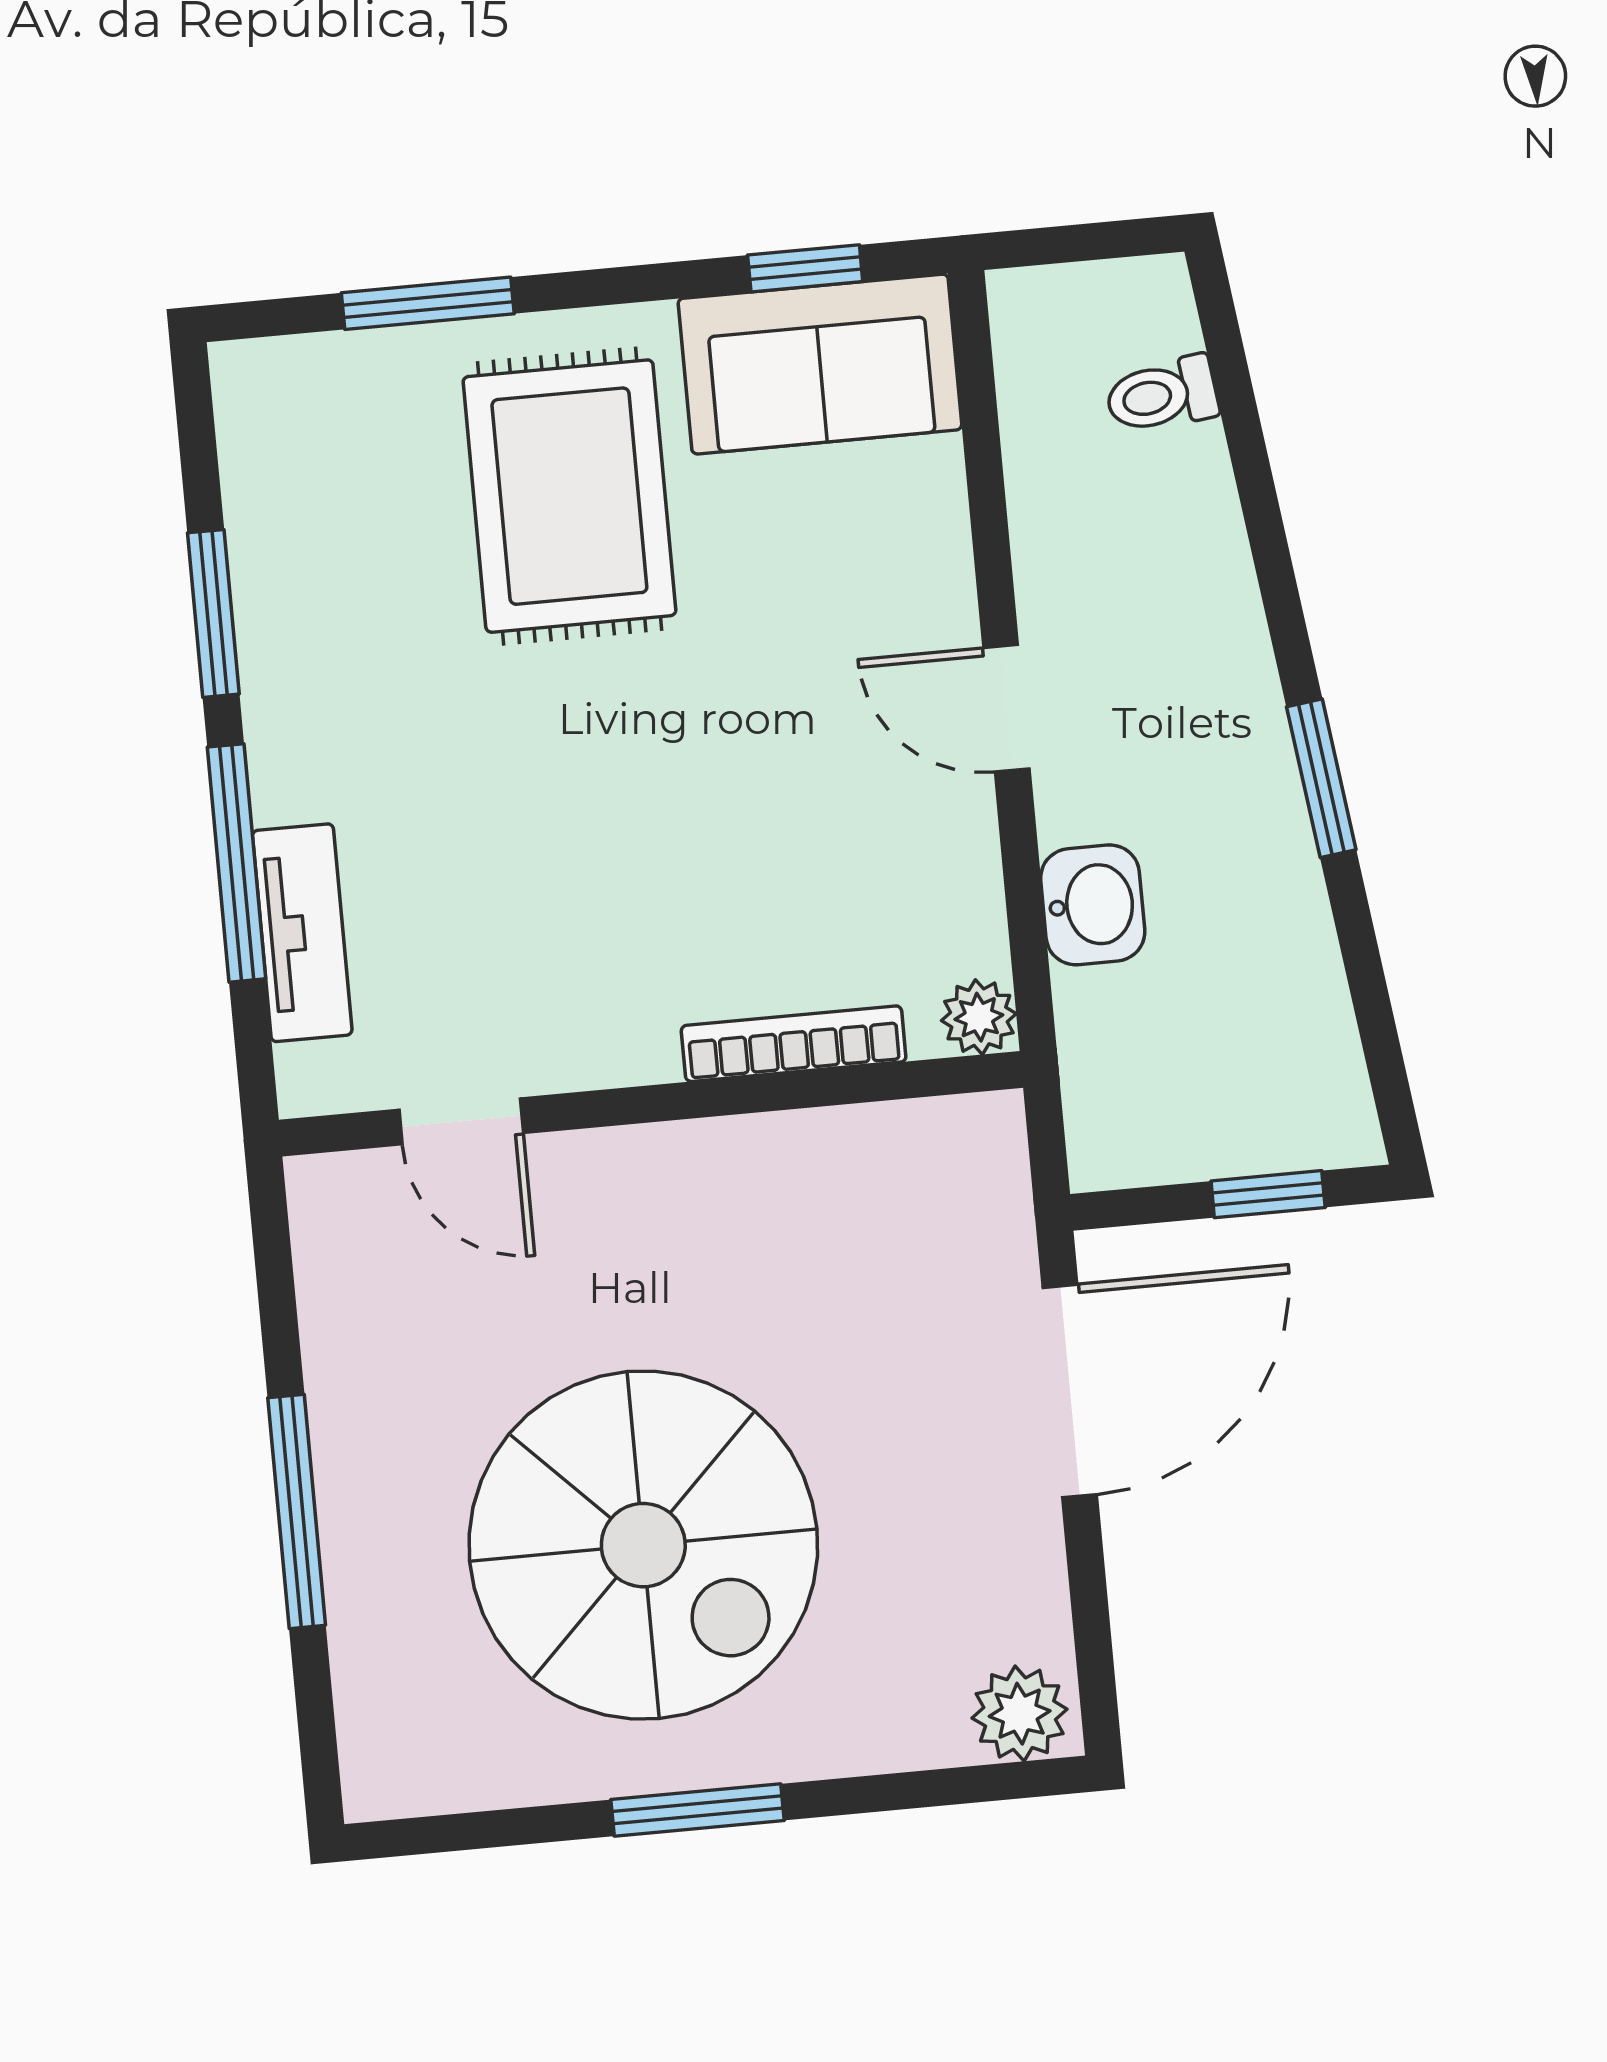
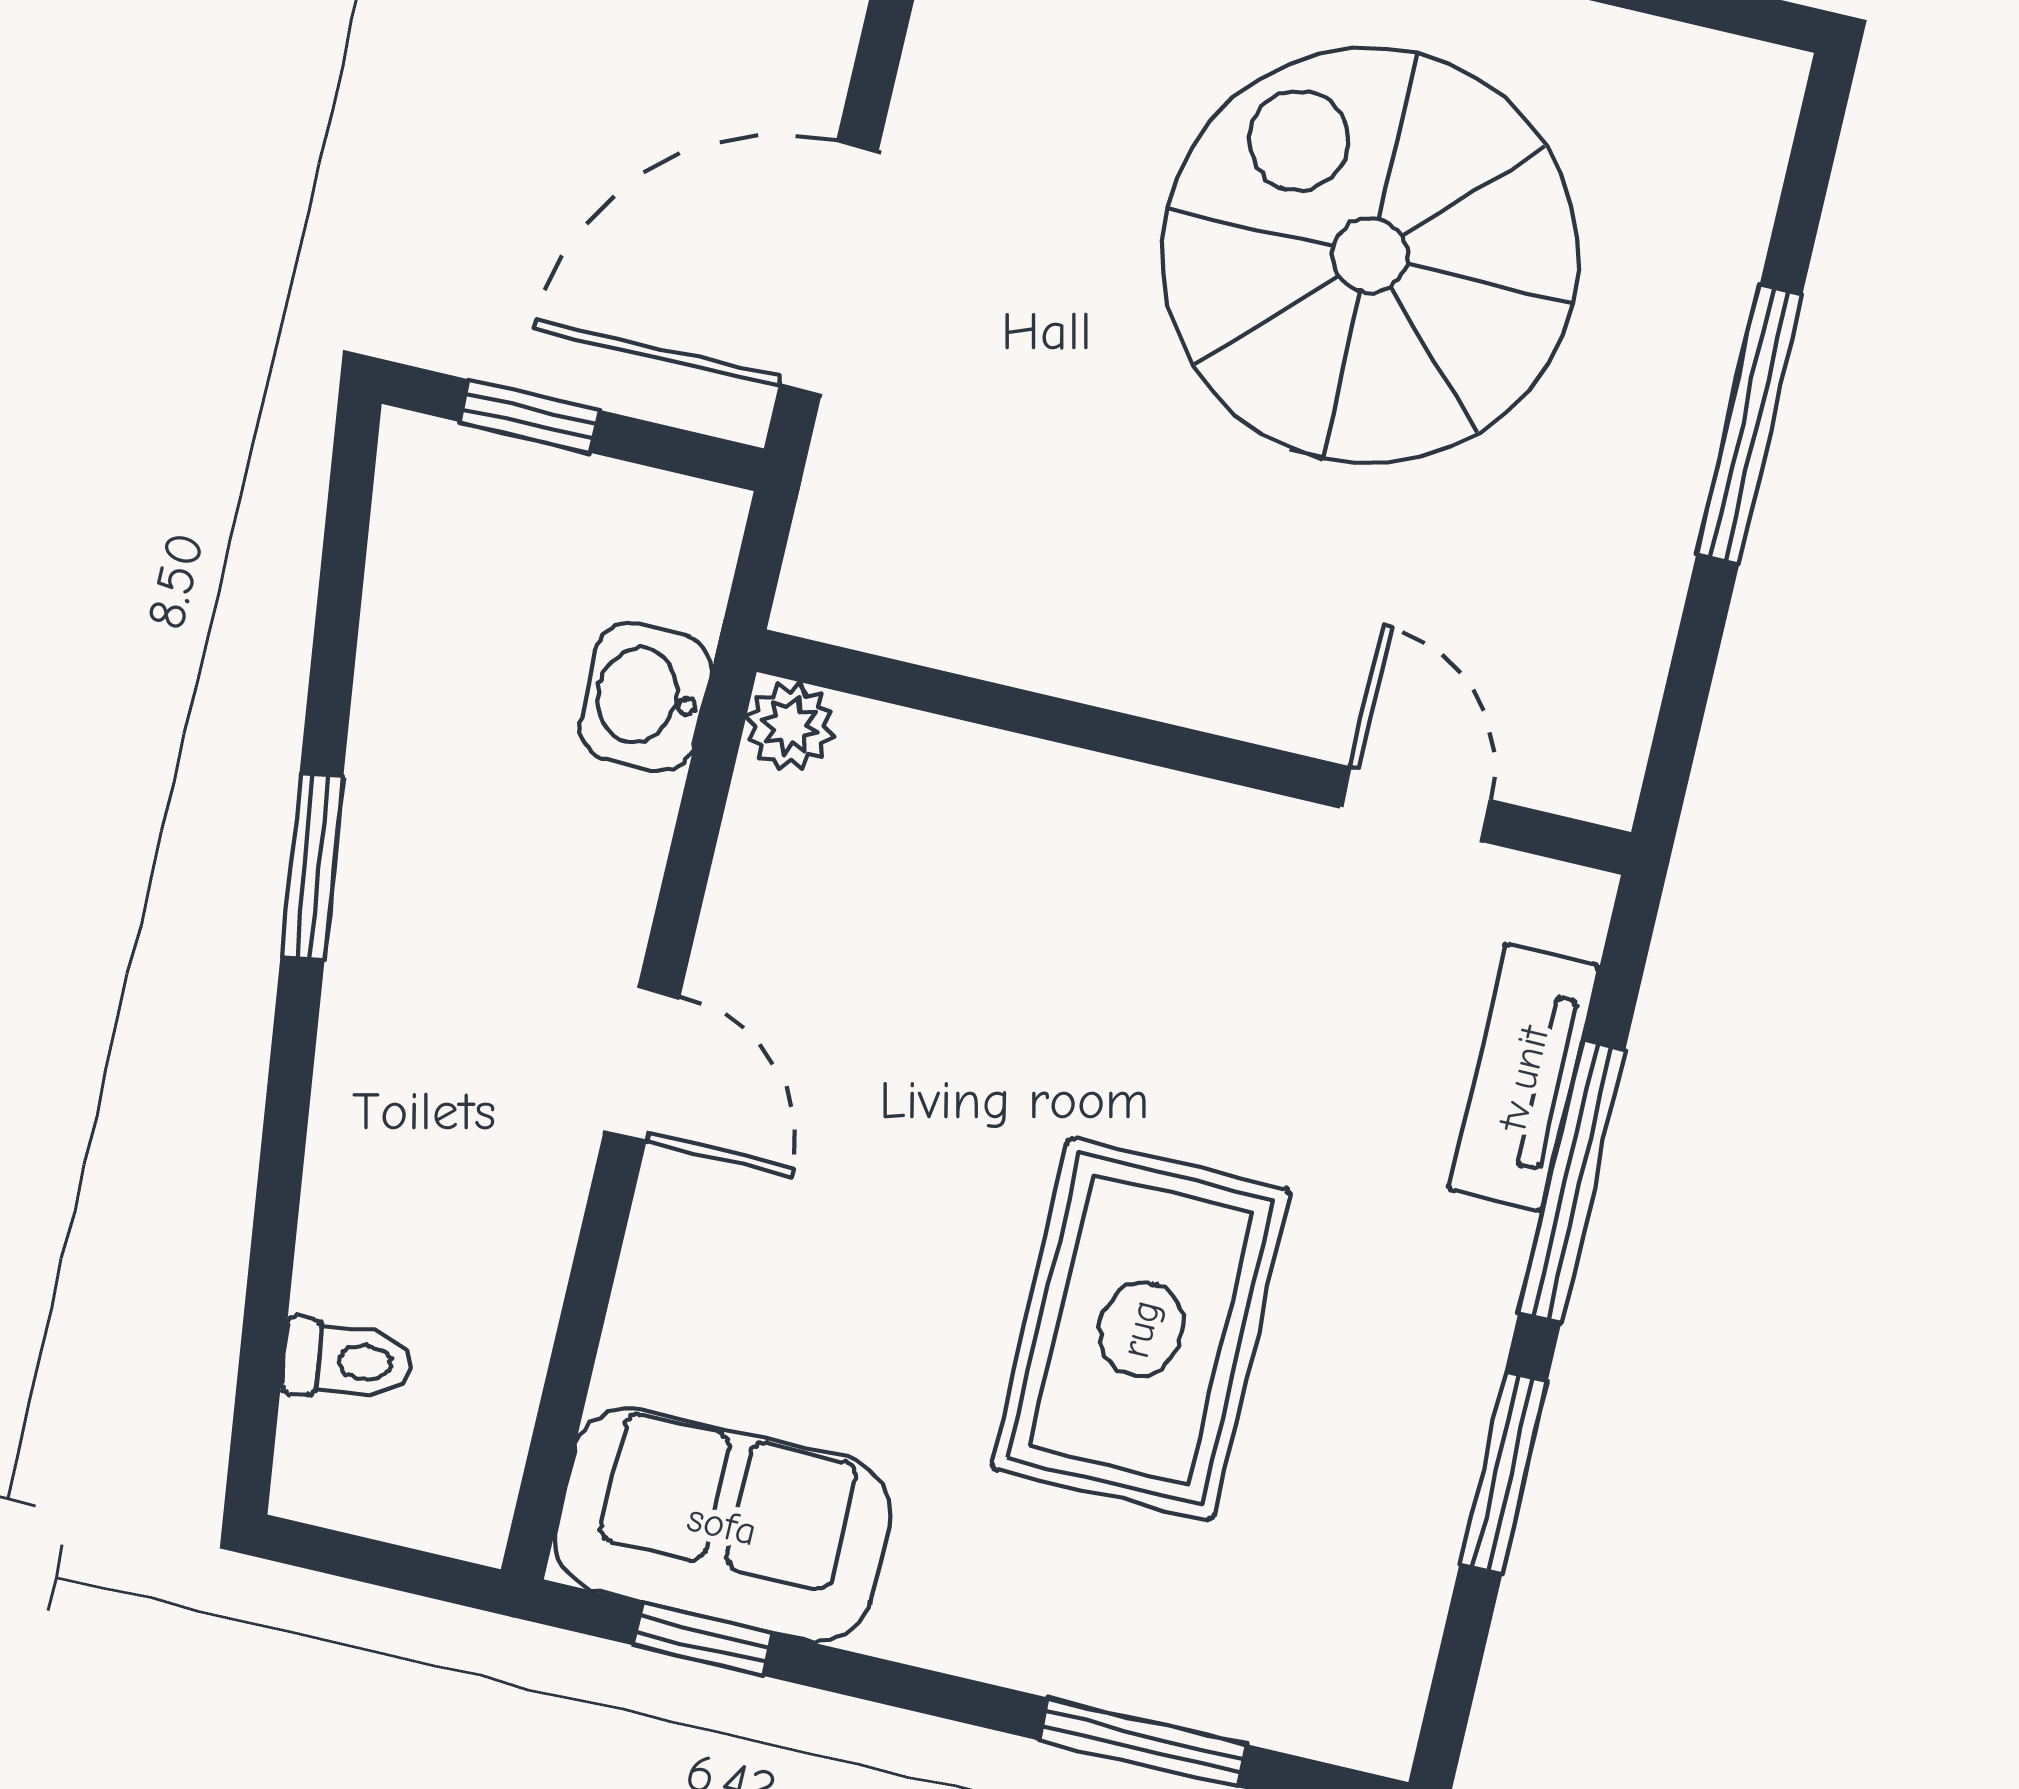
rug: (569, 496) -> (1141, 1329), moved
washbasin: (1093, 905) -> (645, 697), moved
bookcase: (794, 1044) -> (1010, 766), removed

